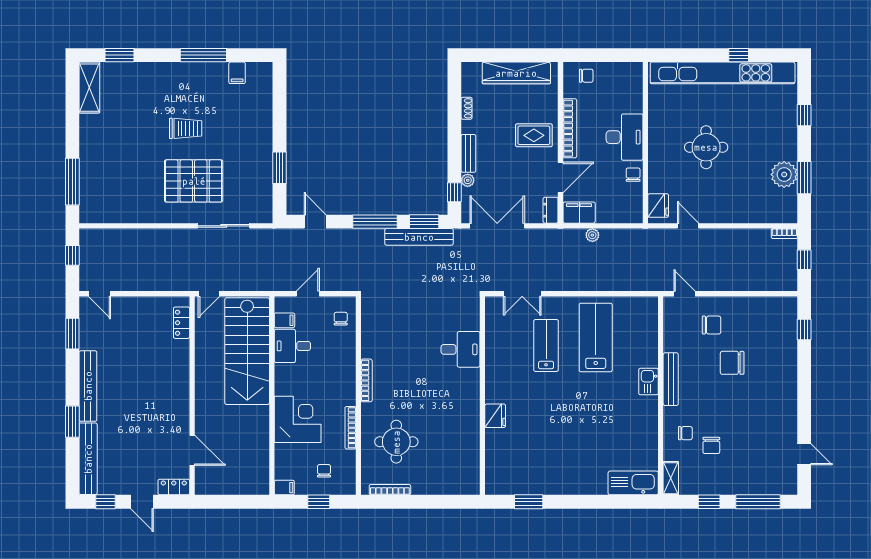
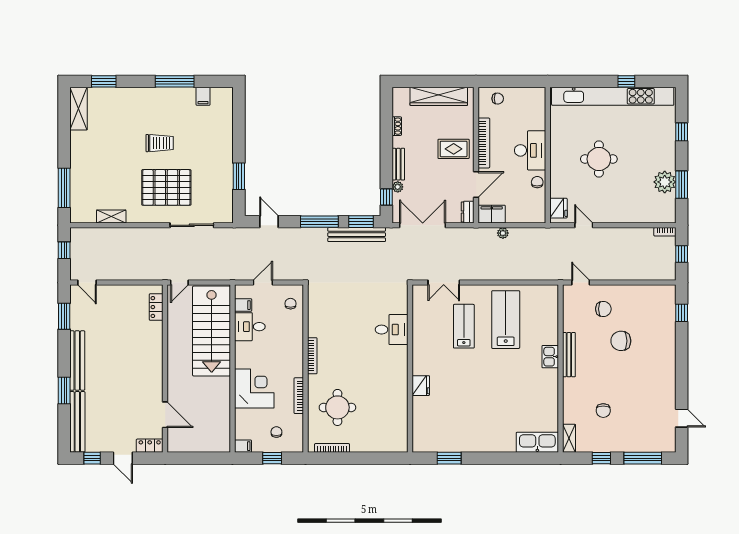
shelving: (128, 215) -> (111, 217), added
chair: (685, 433) -> (581, 400), removed

